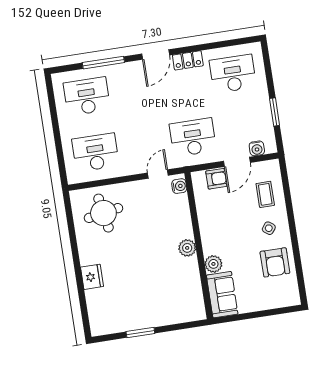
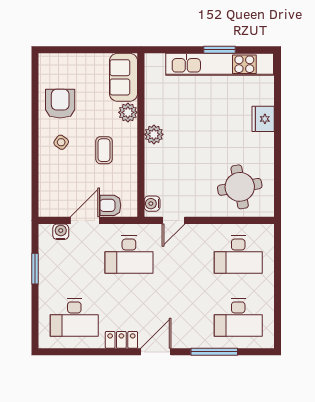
coffee table: (265, 194) -> (104, 150), moved
kitchen unit: (138, 320) -> (220, 64), added

